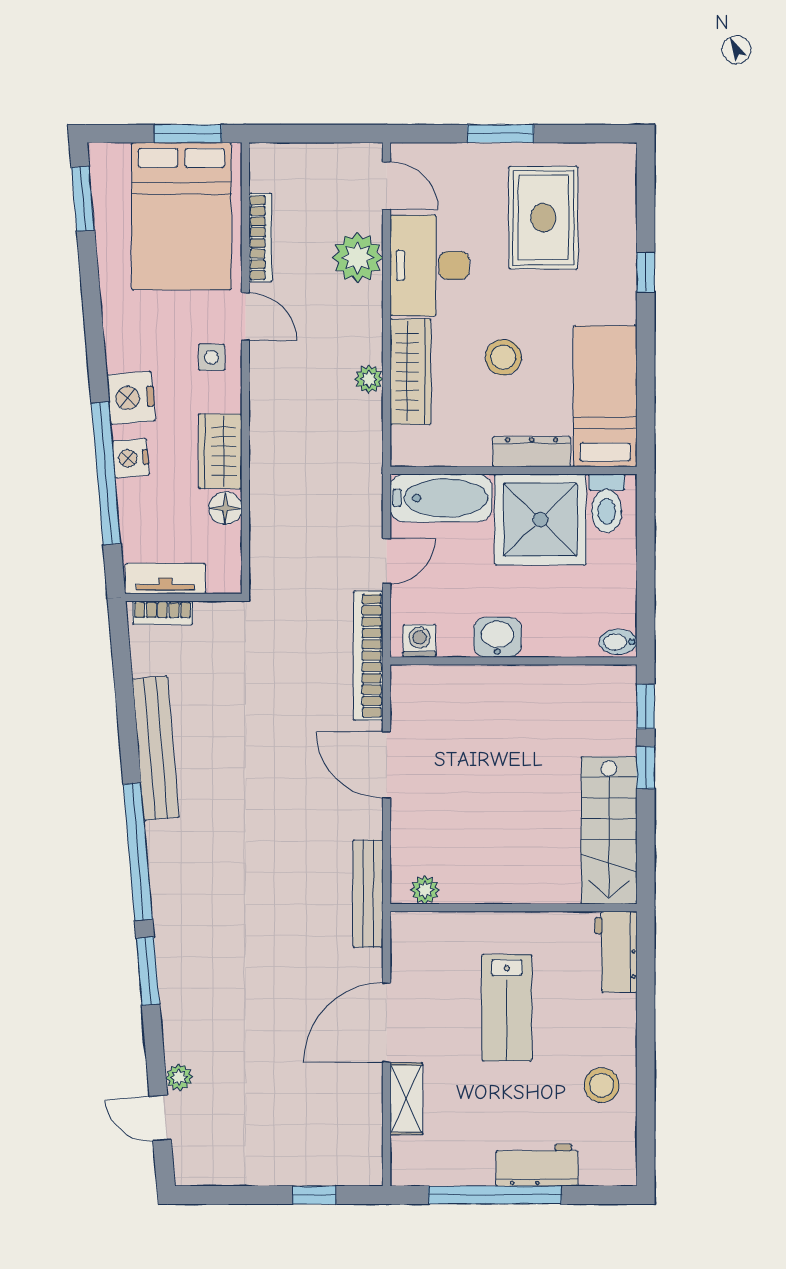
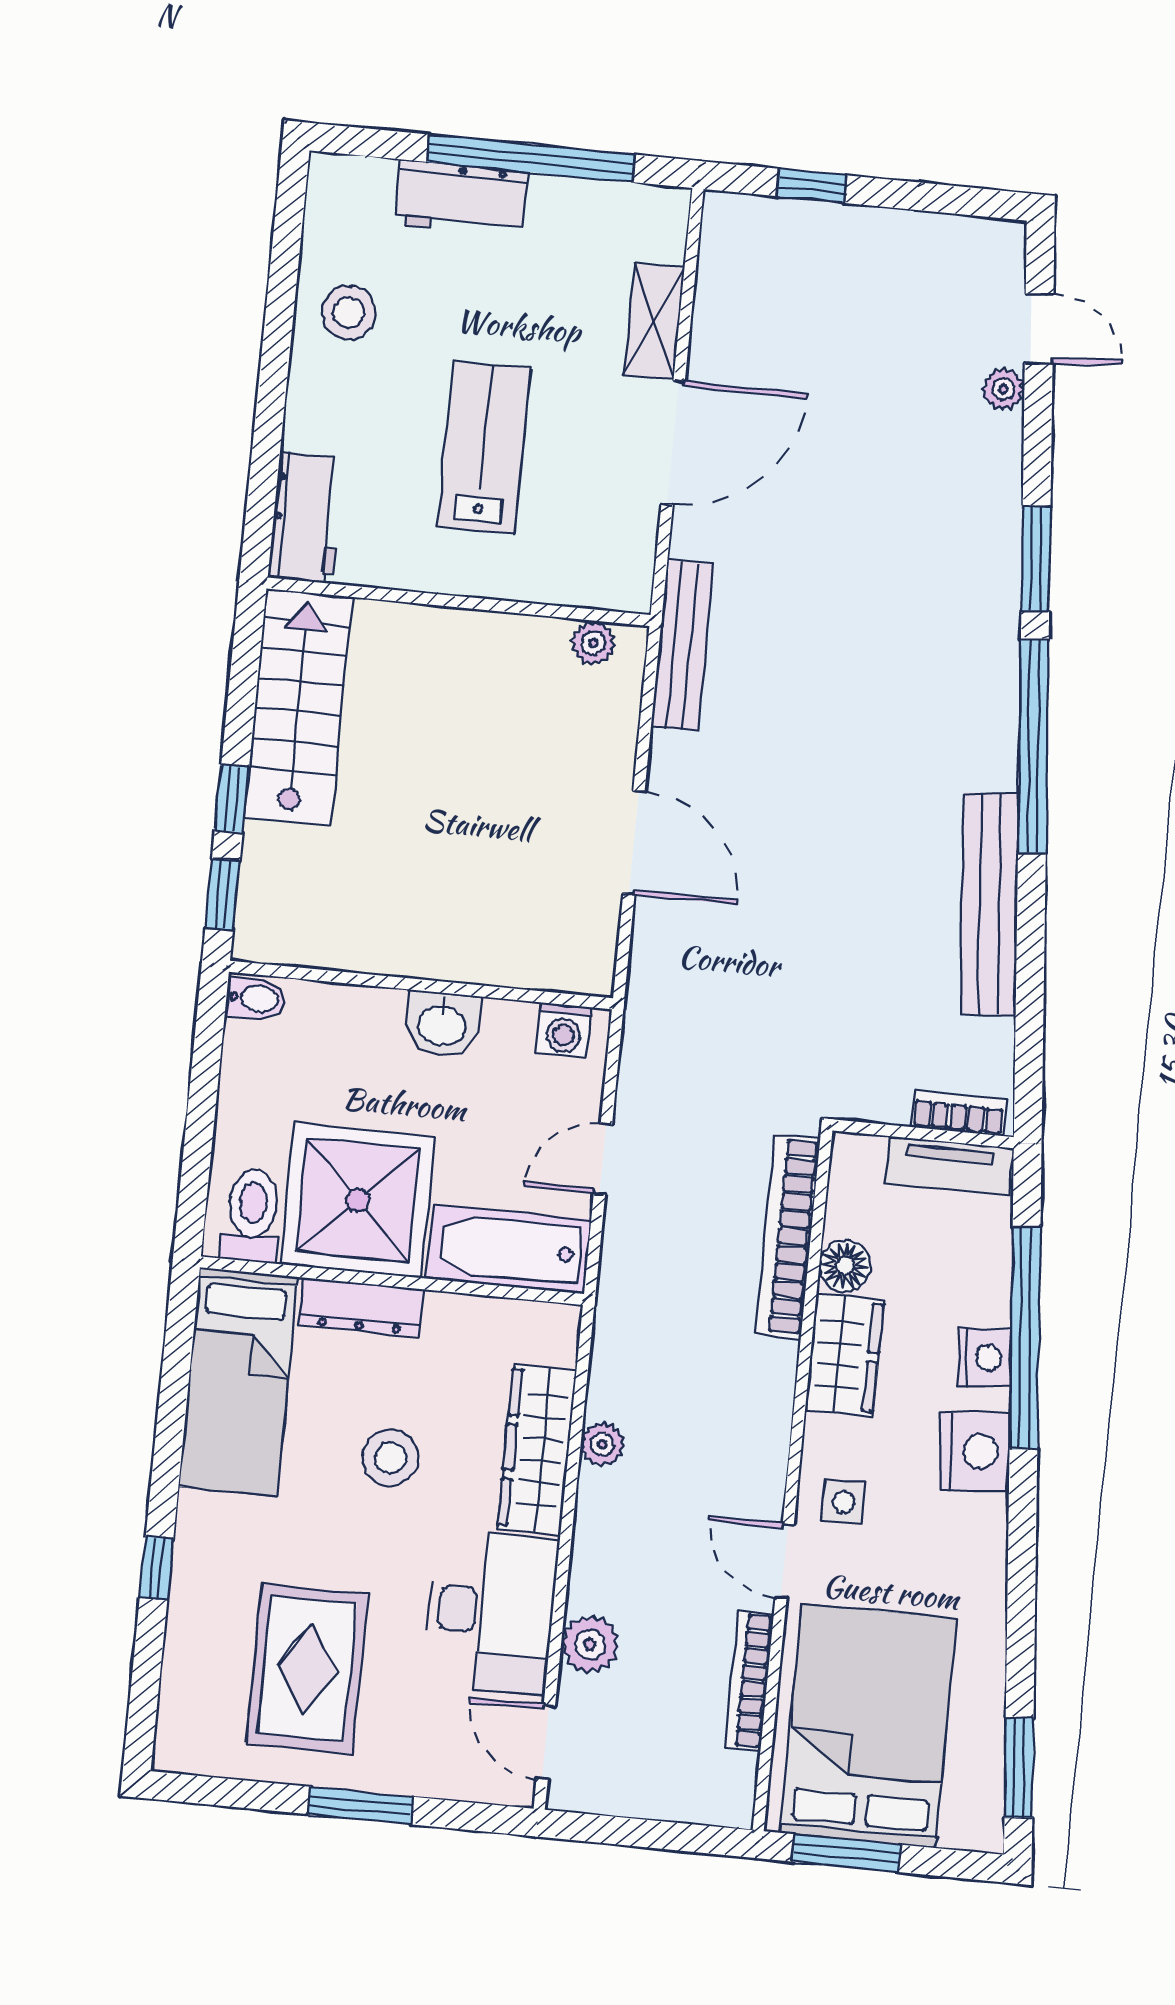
plant: (358, 258) -> (590, 1644), width x0.73, depth x0.73
bookcase: (368, 656) -> (788, 1236), moved, turned 180

